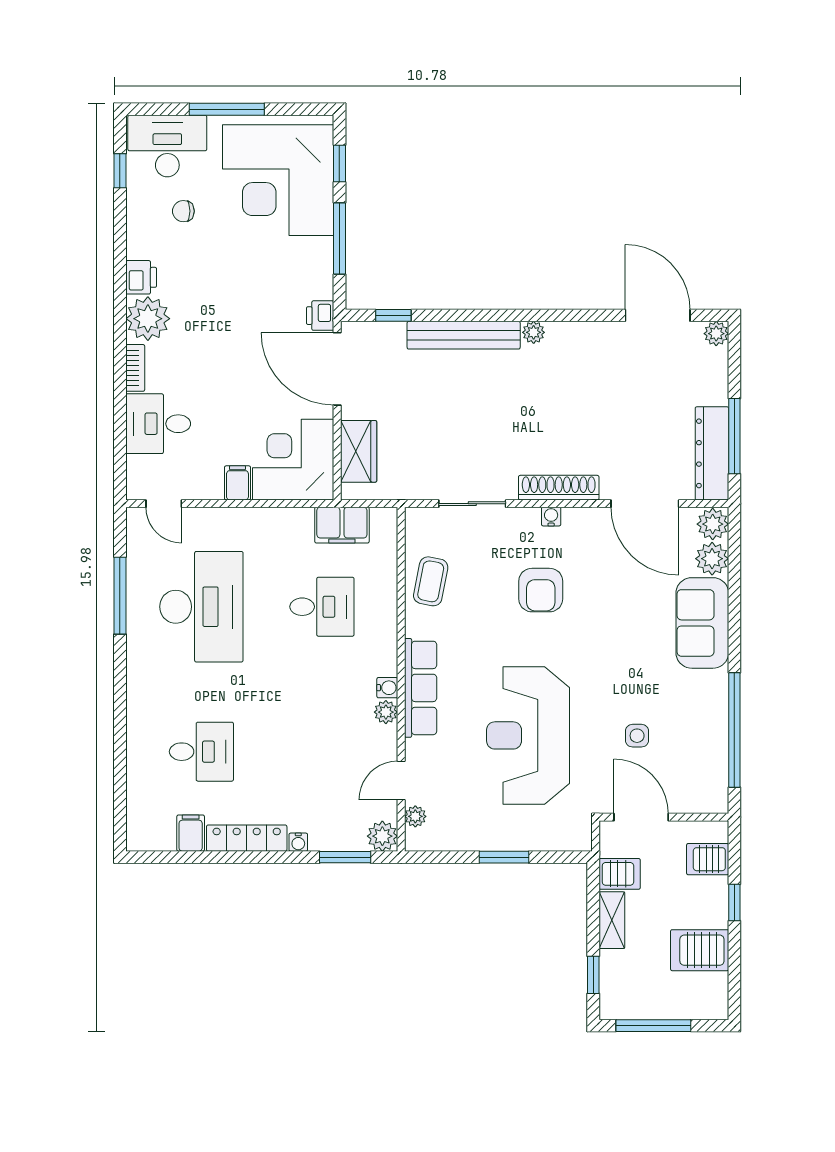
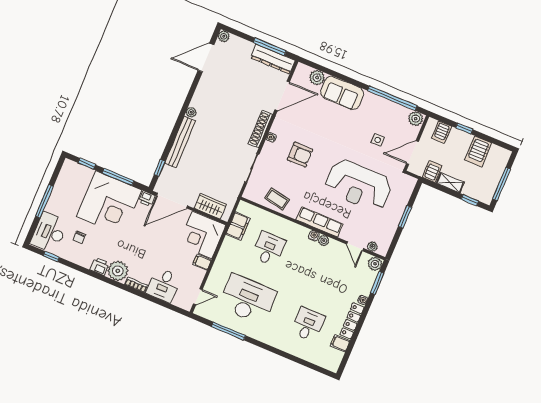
corner desk: (278, 180) -> (109, 203), moved
plant: (713, 524) -> (416, 119), moved

